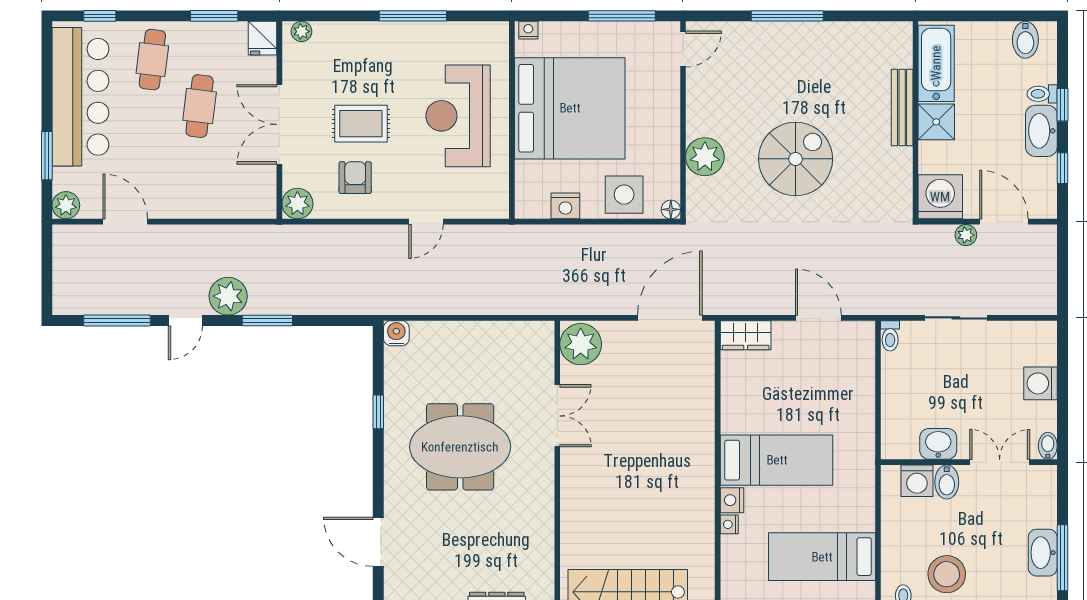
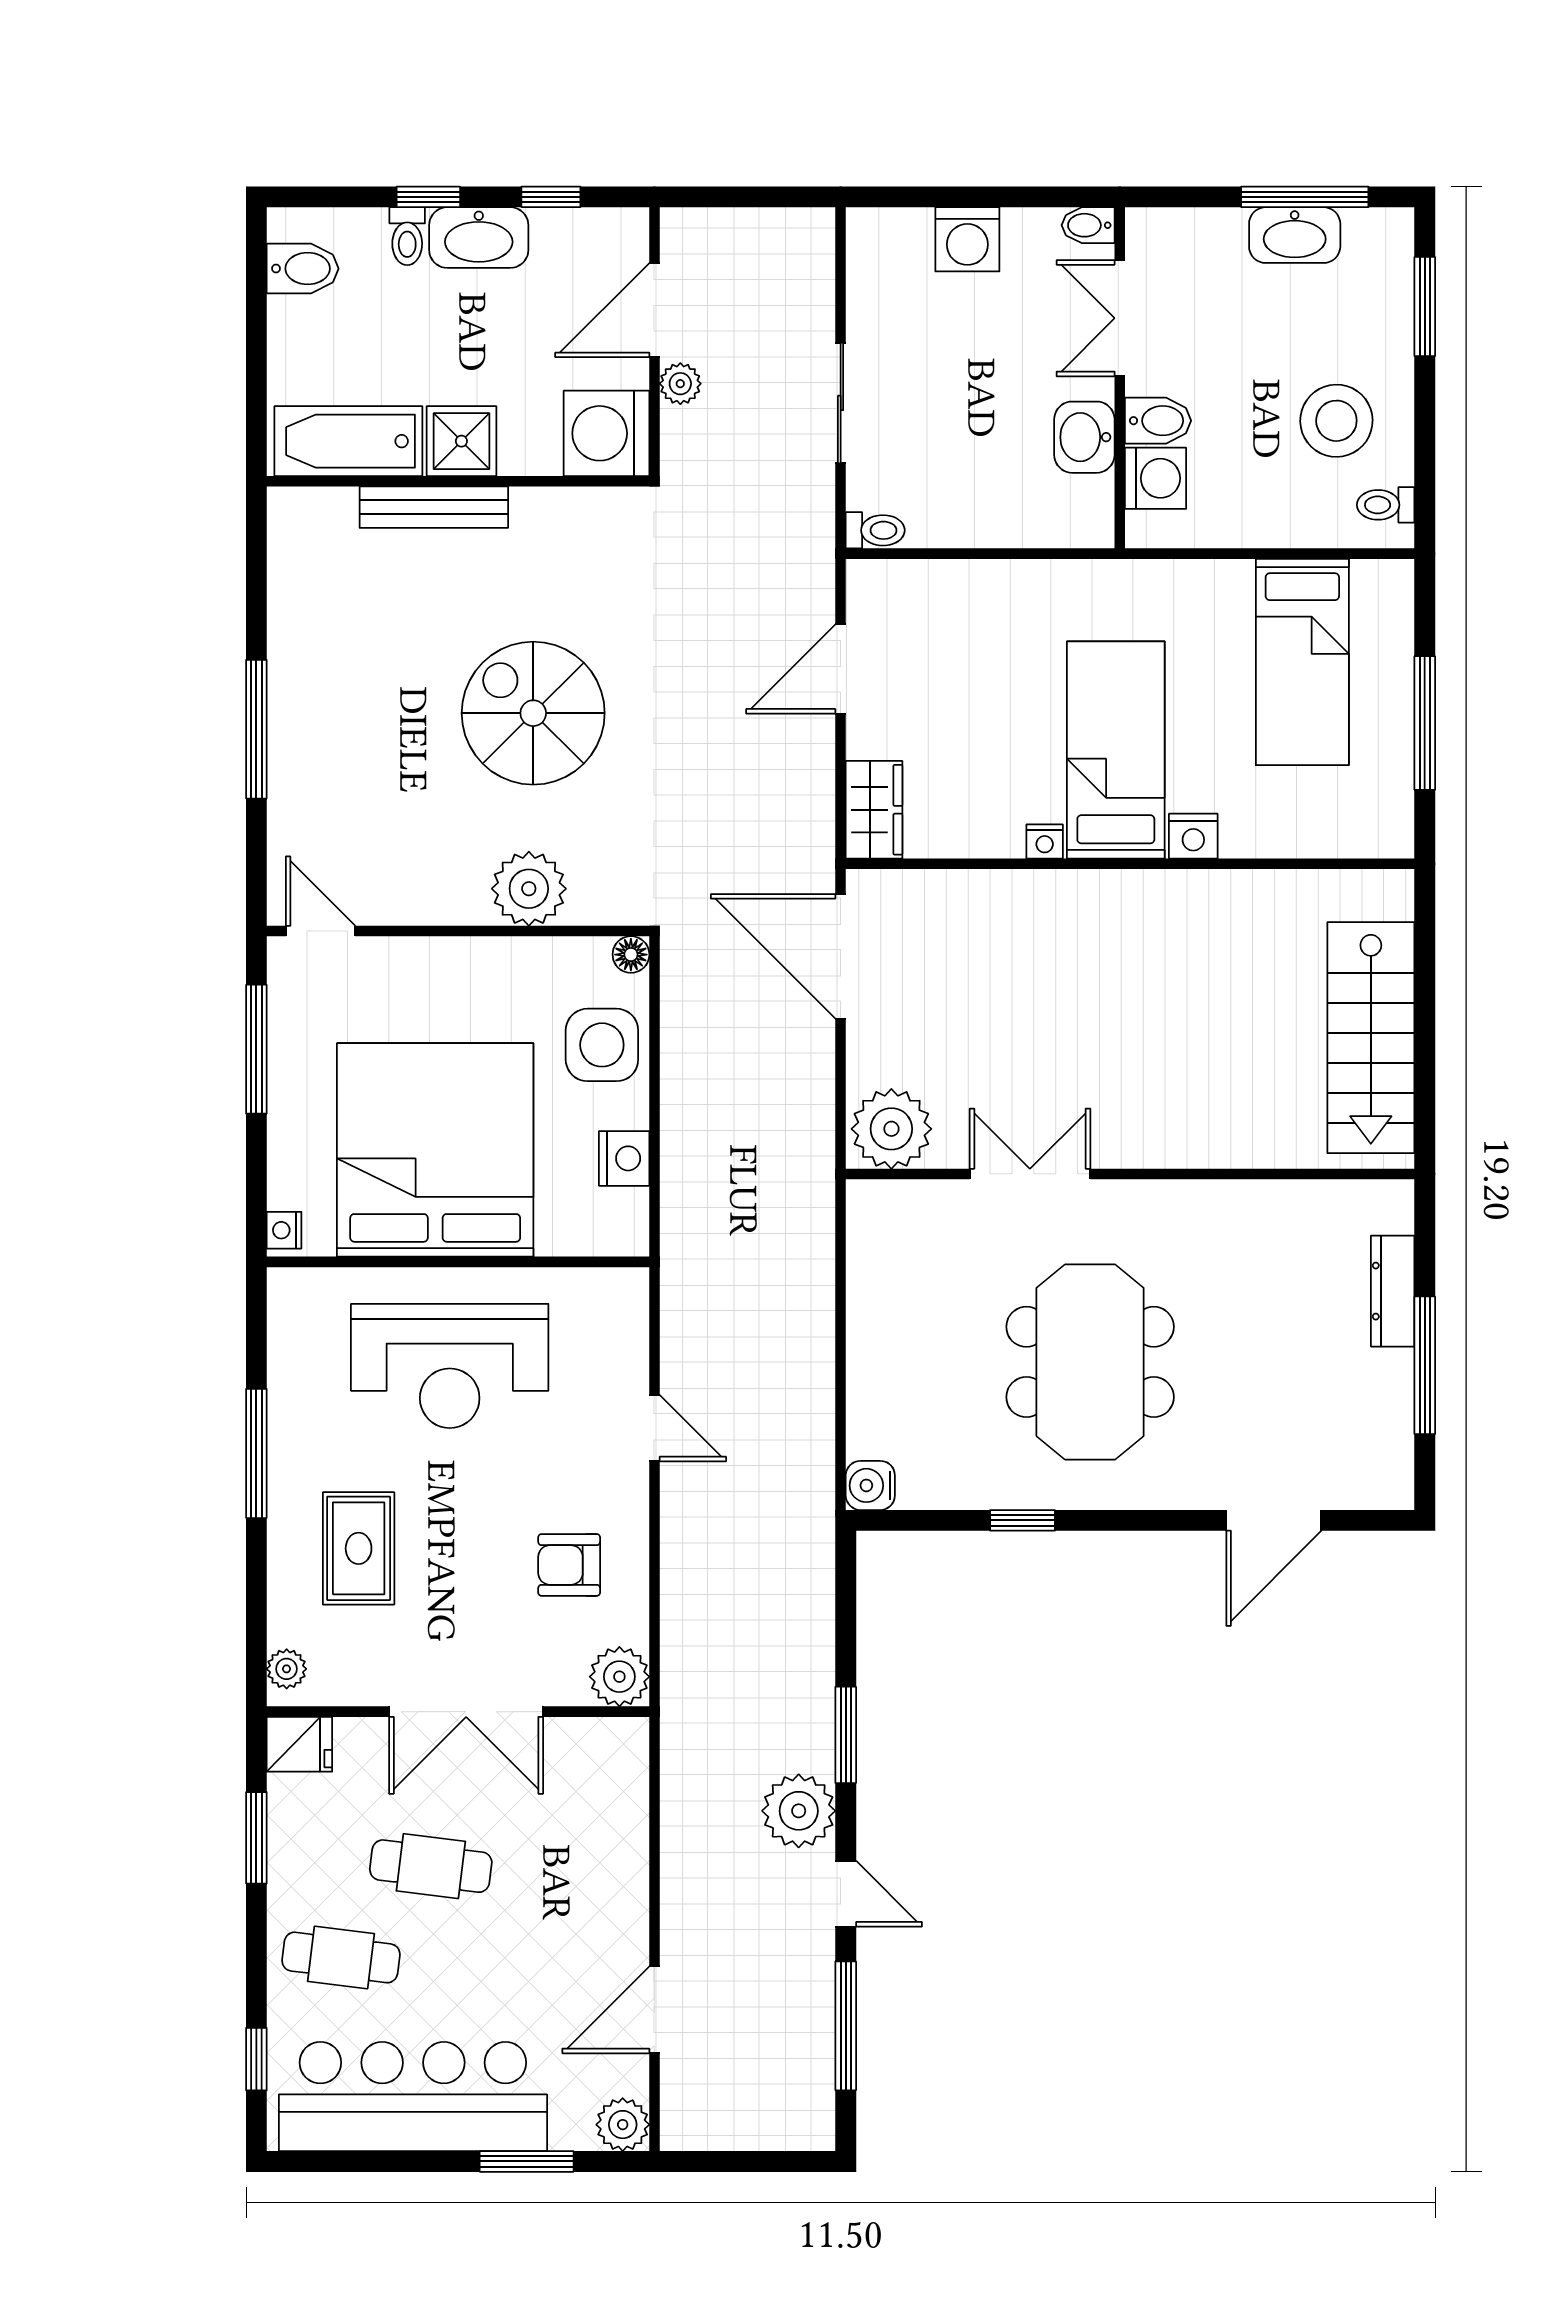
rug: (361, 124) -> (359, 1548), moved
nightstand: (729, 524) -> (1045, 841), moved

